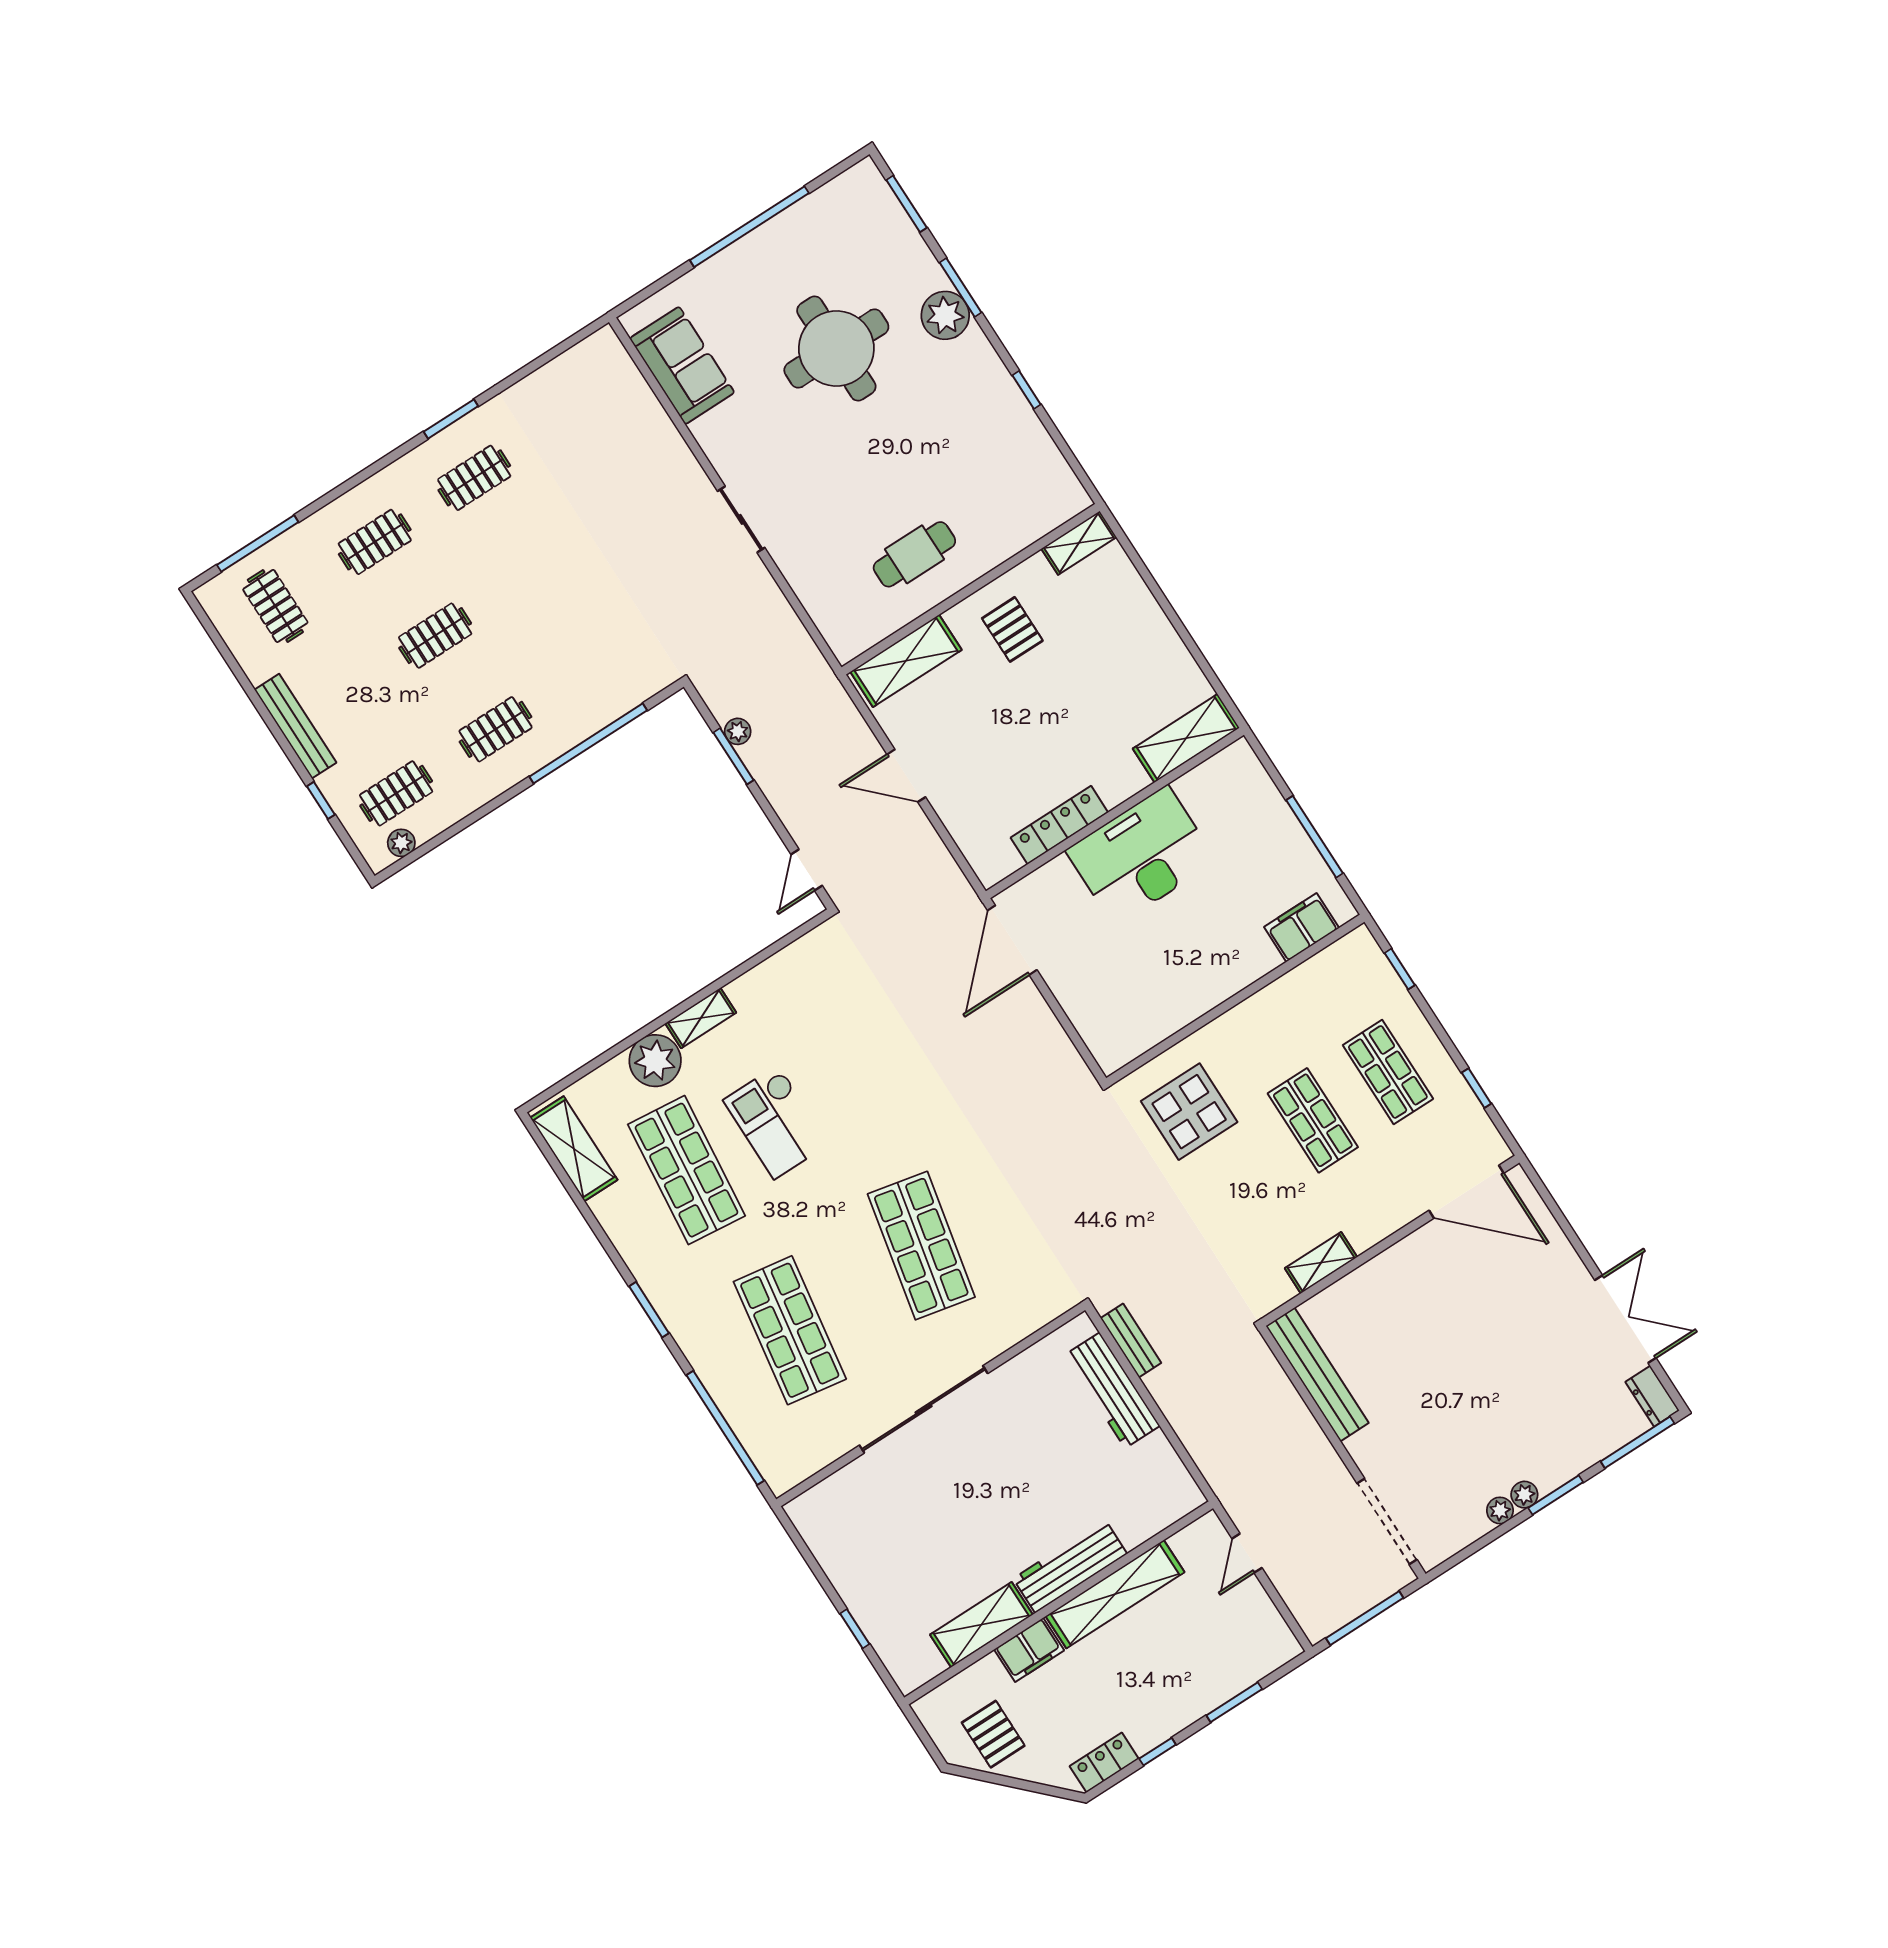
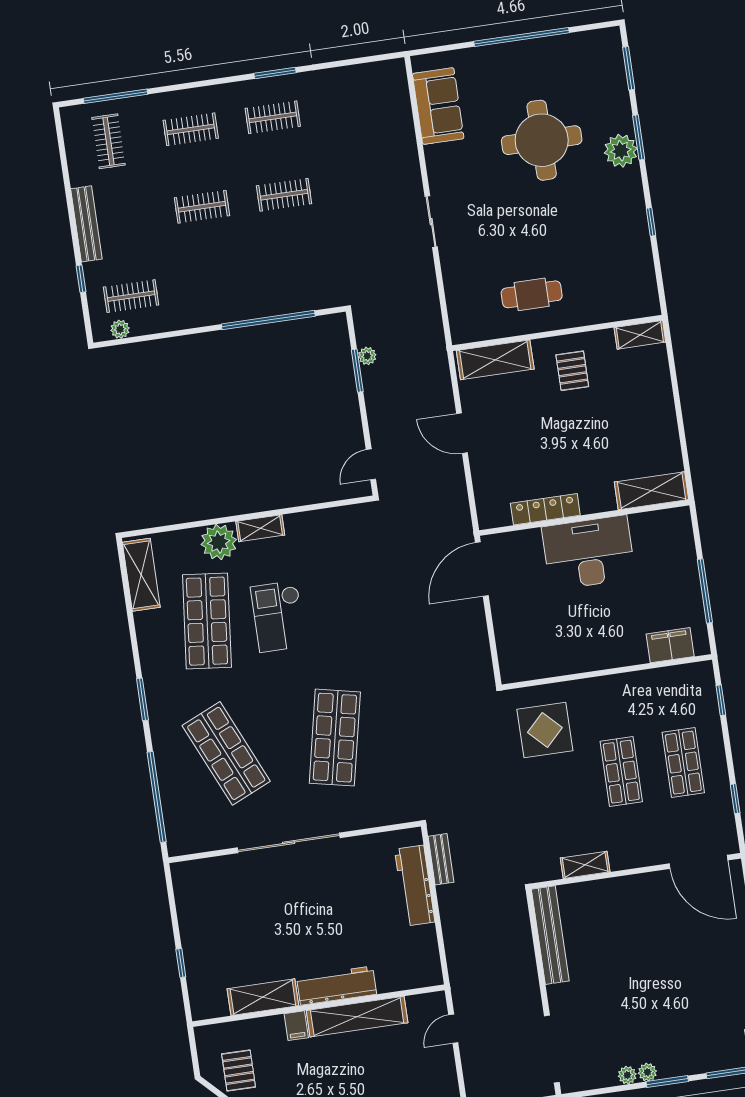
clothes rail: (496, 729) -> (284, 195), moved
shop shelf: (790, 1330) -> (226, 753), turned -33
filing cabinet: (1029, 1650) -> (296, 1026), width x0.50

